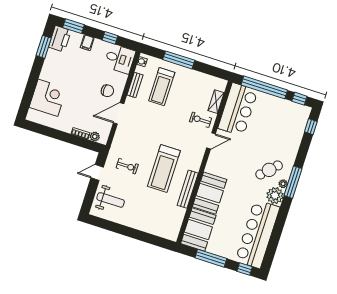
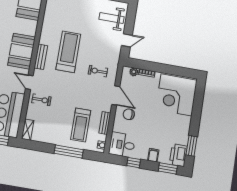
treadmill: (162, 87) -> (81, 125), turned 180
corner desk: (48, 98) -> (176, 95), width x1.36, depth x1.36
shelving: (216, 102) -> (28, 130), moved
door: (119, 113) -> (116, 95), hinge flipped
door: (211, 141) -> (29, 82), hinge flipped
exercise bike: (127, 166) -> (98, 71), moved
bench: (188, 189) -> (41, 57), moved, width x0.73
booth: (210, 193) -> (22, 51), moved

